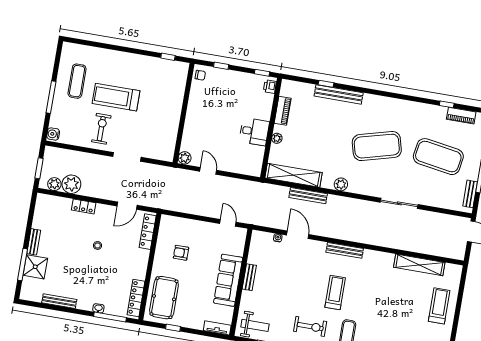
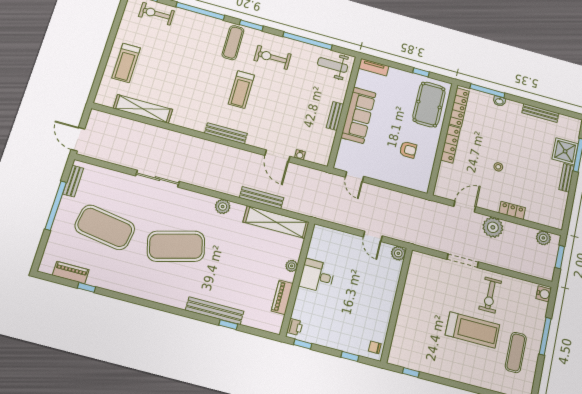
plant: (71, 184) -> (493, 227), moved
locker: (148, 232) -> (450, 144), moved

